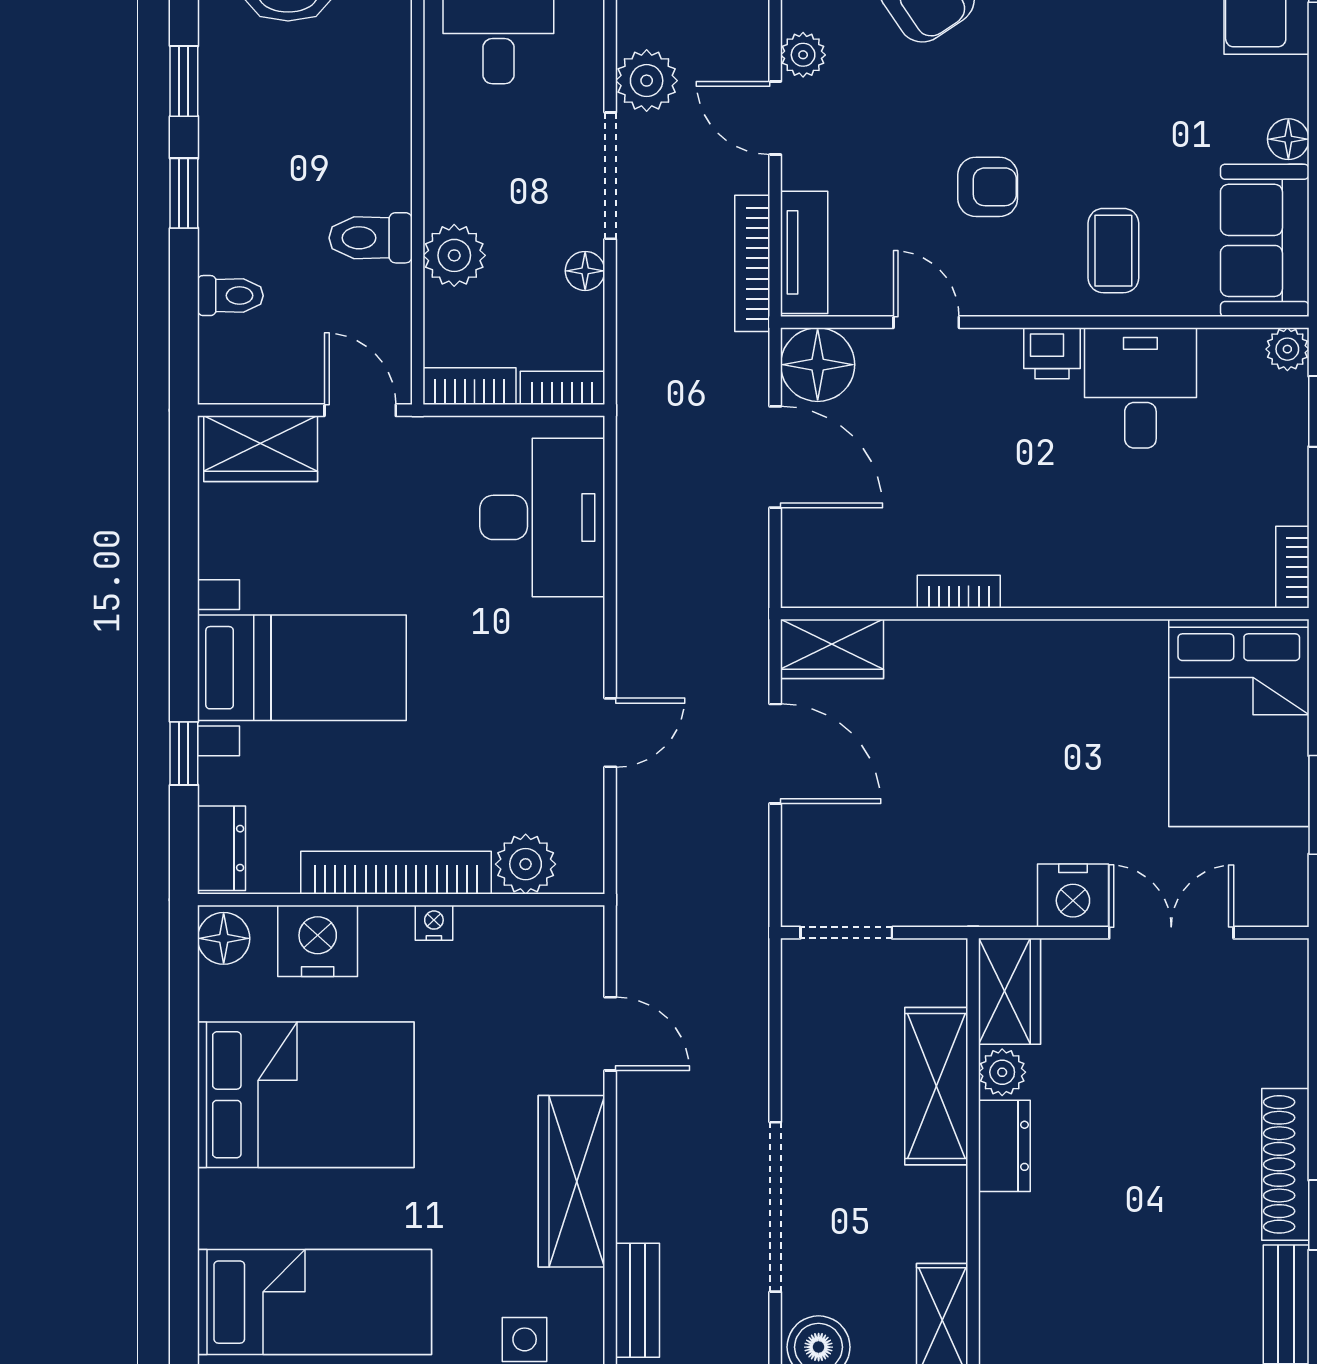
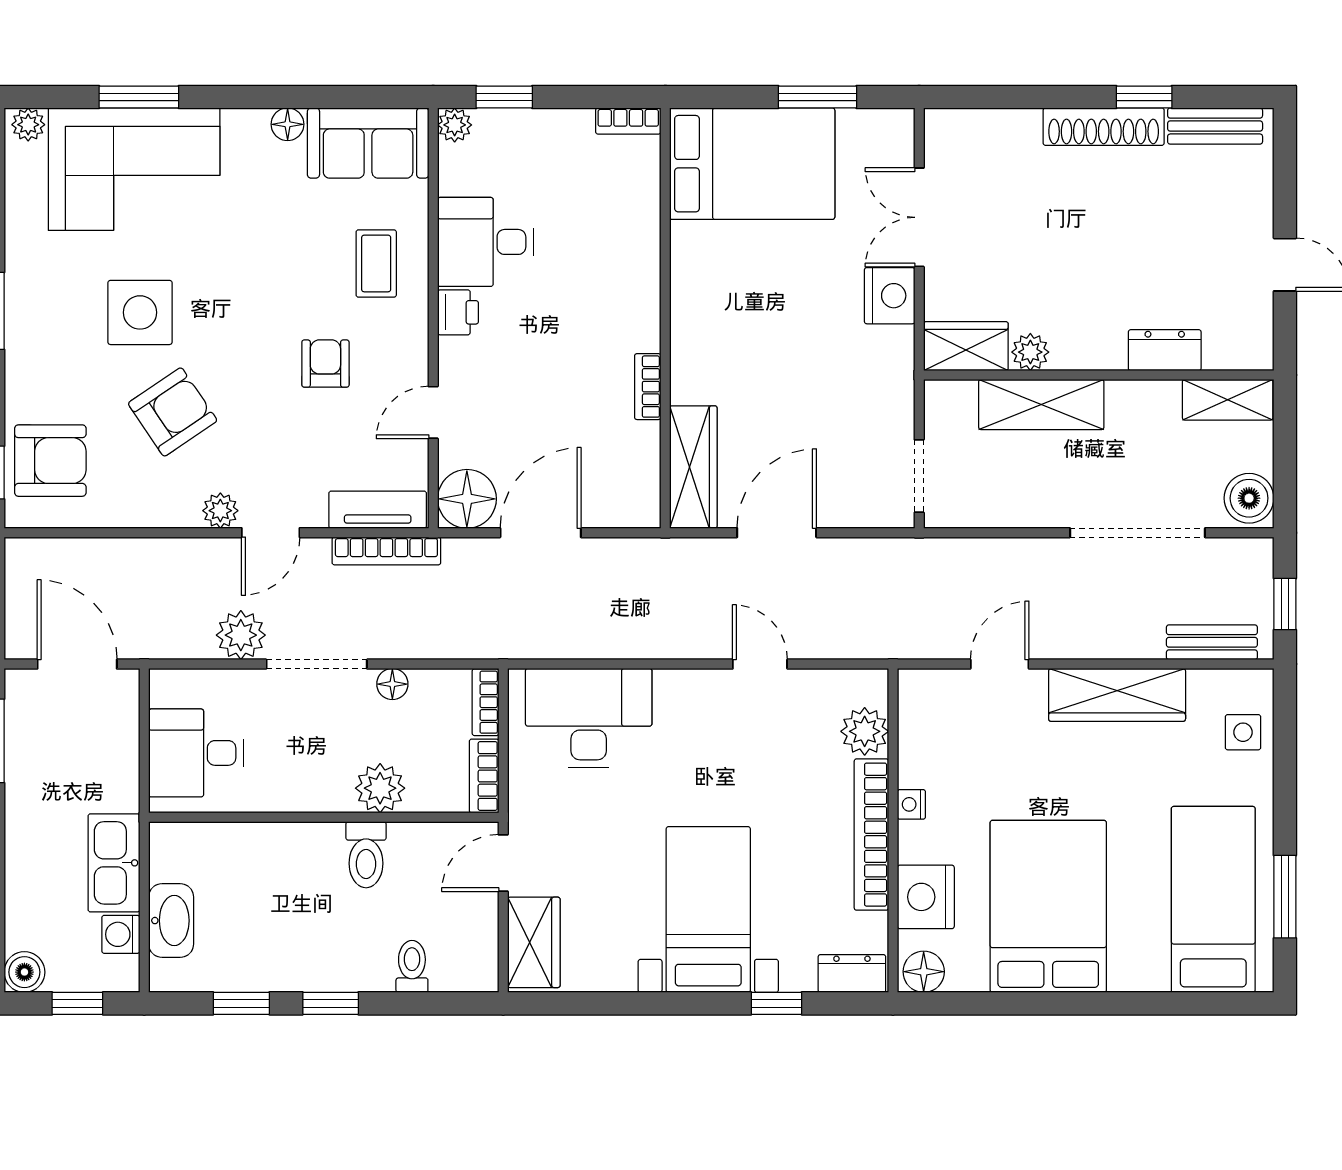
coffee table: (1113, 251) -> (376, 263), turned 90
wardrobe: (832, 649) -> (693, 467), width x1.50
dresser: (1004, 1146) -> (1165, 350), moved

